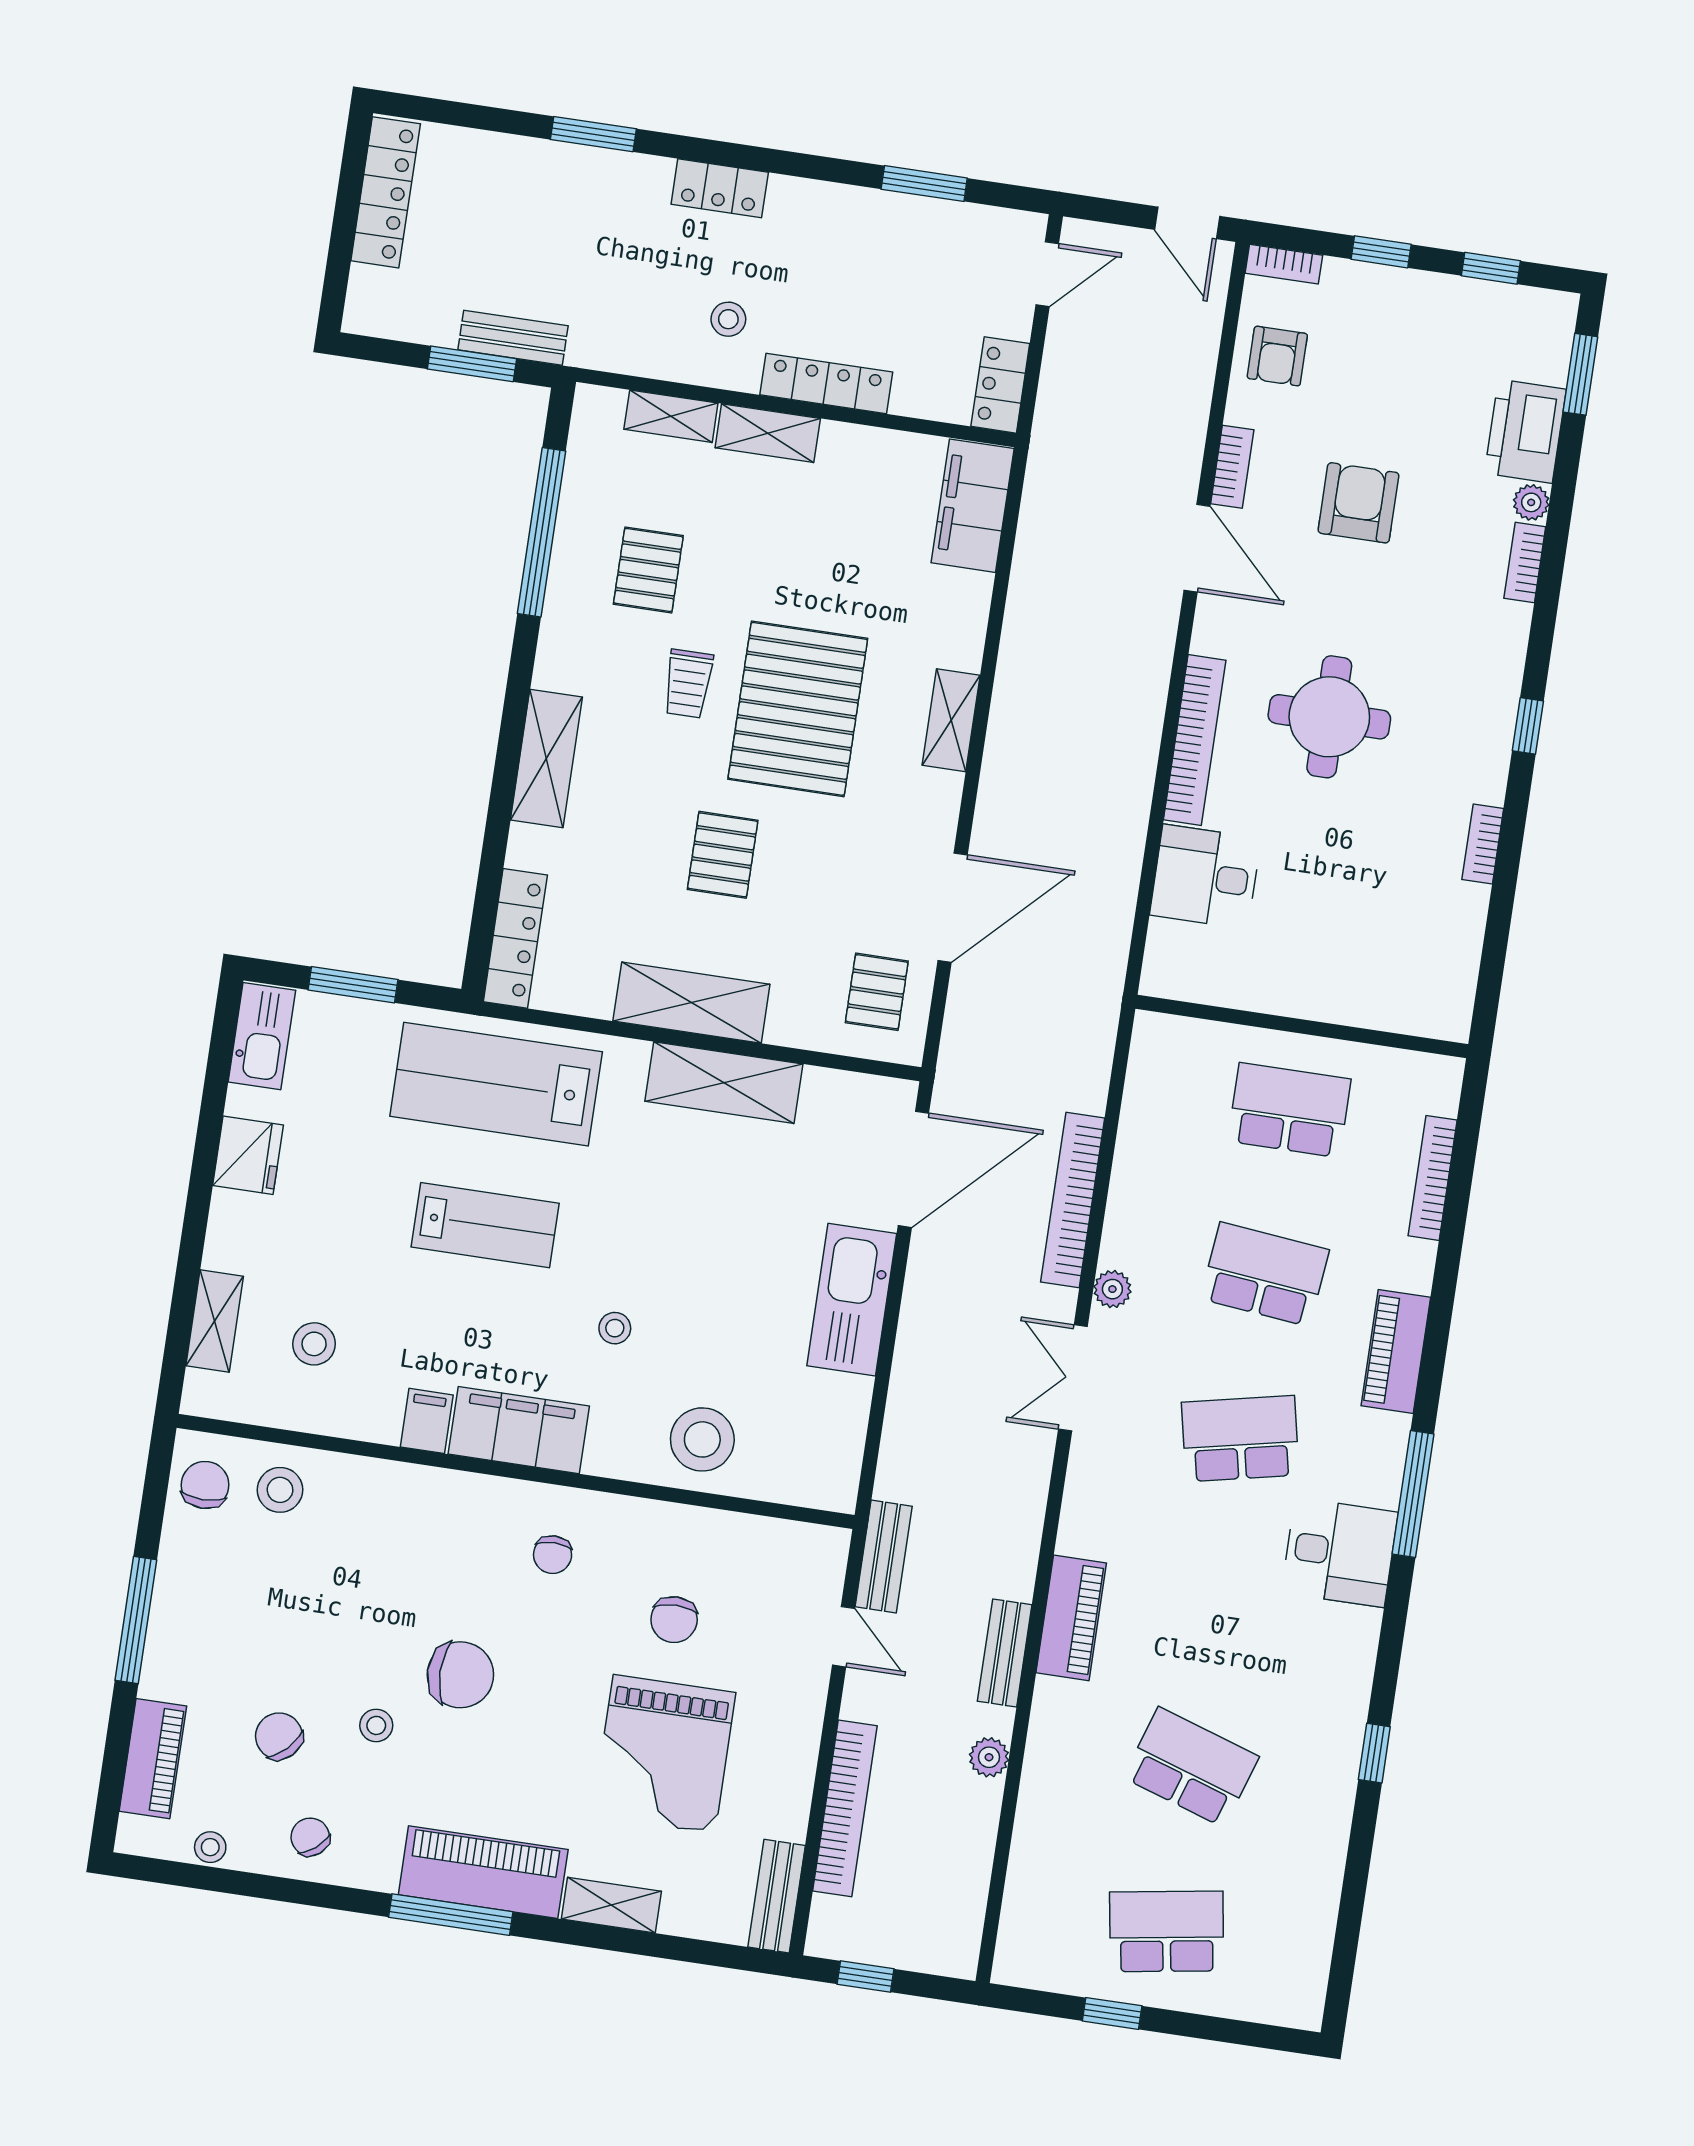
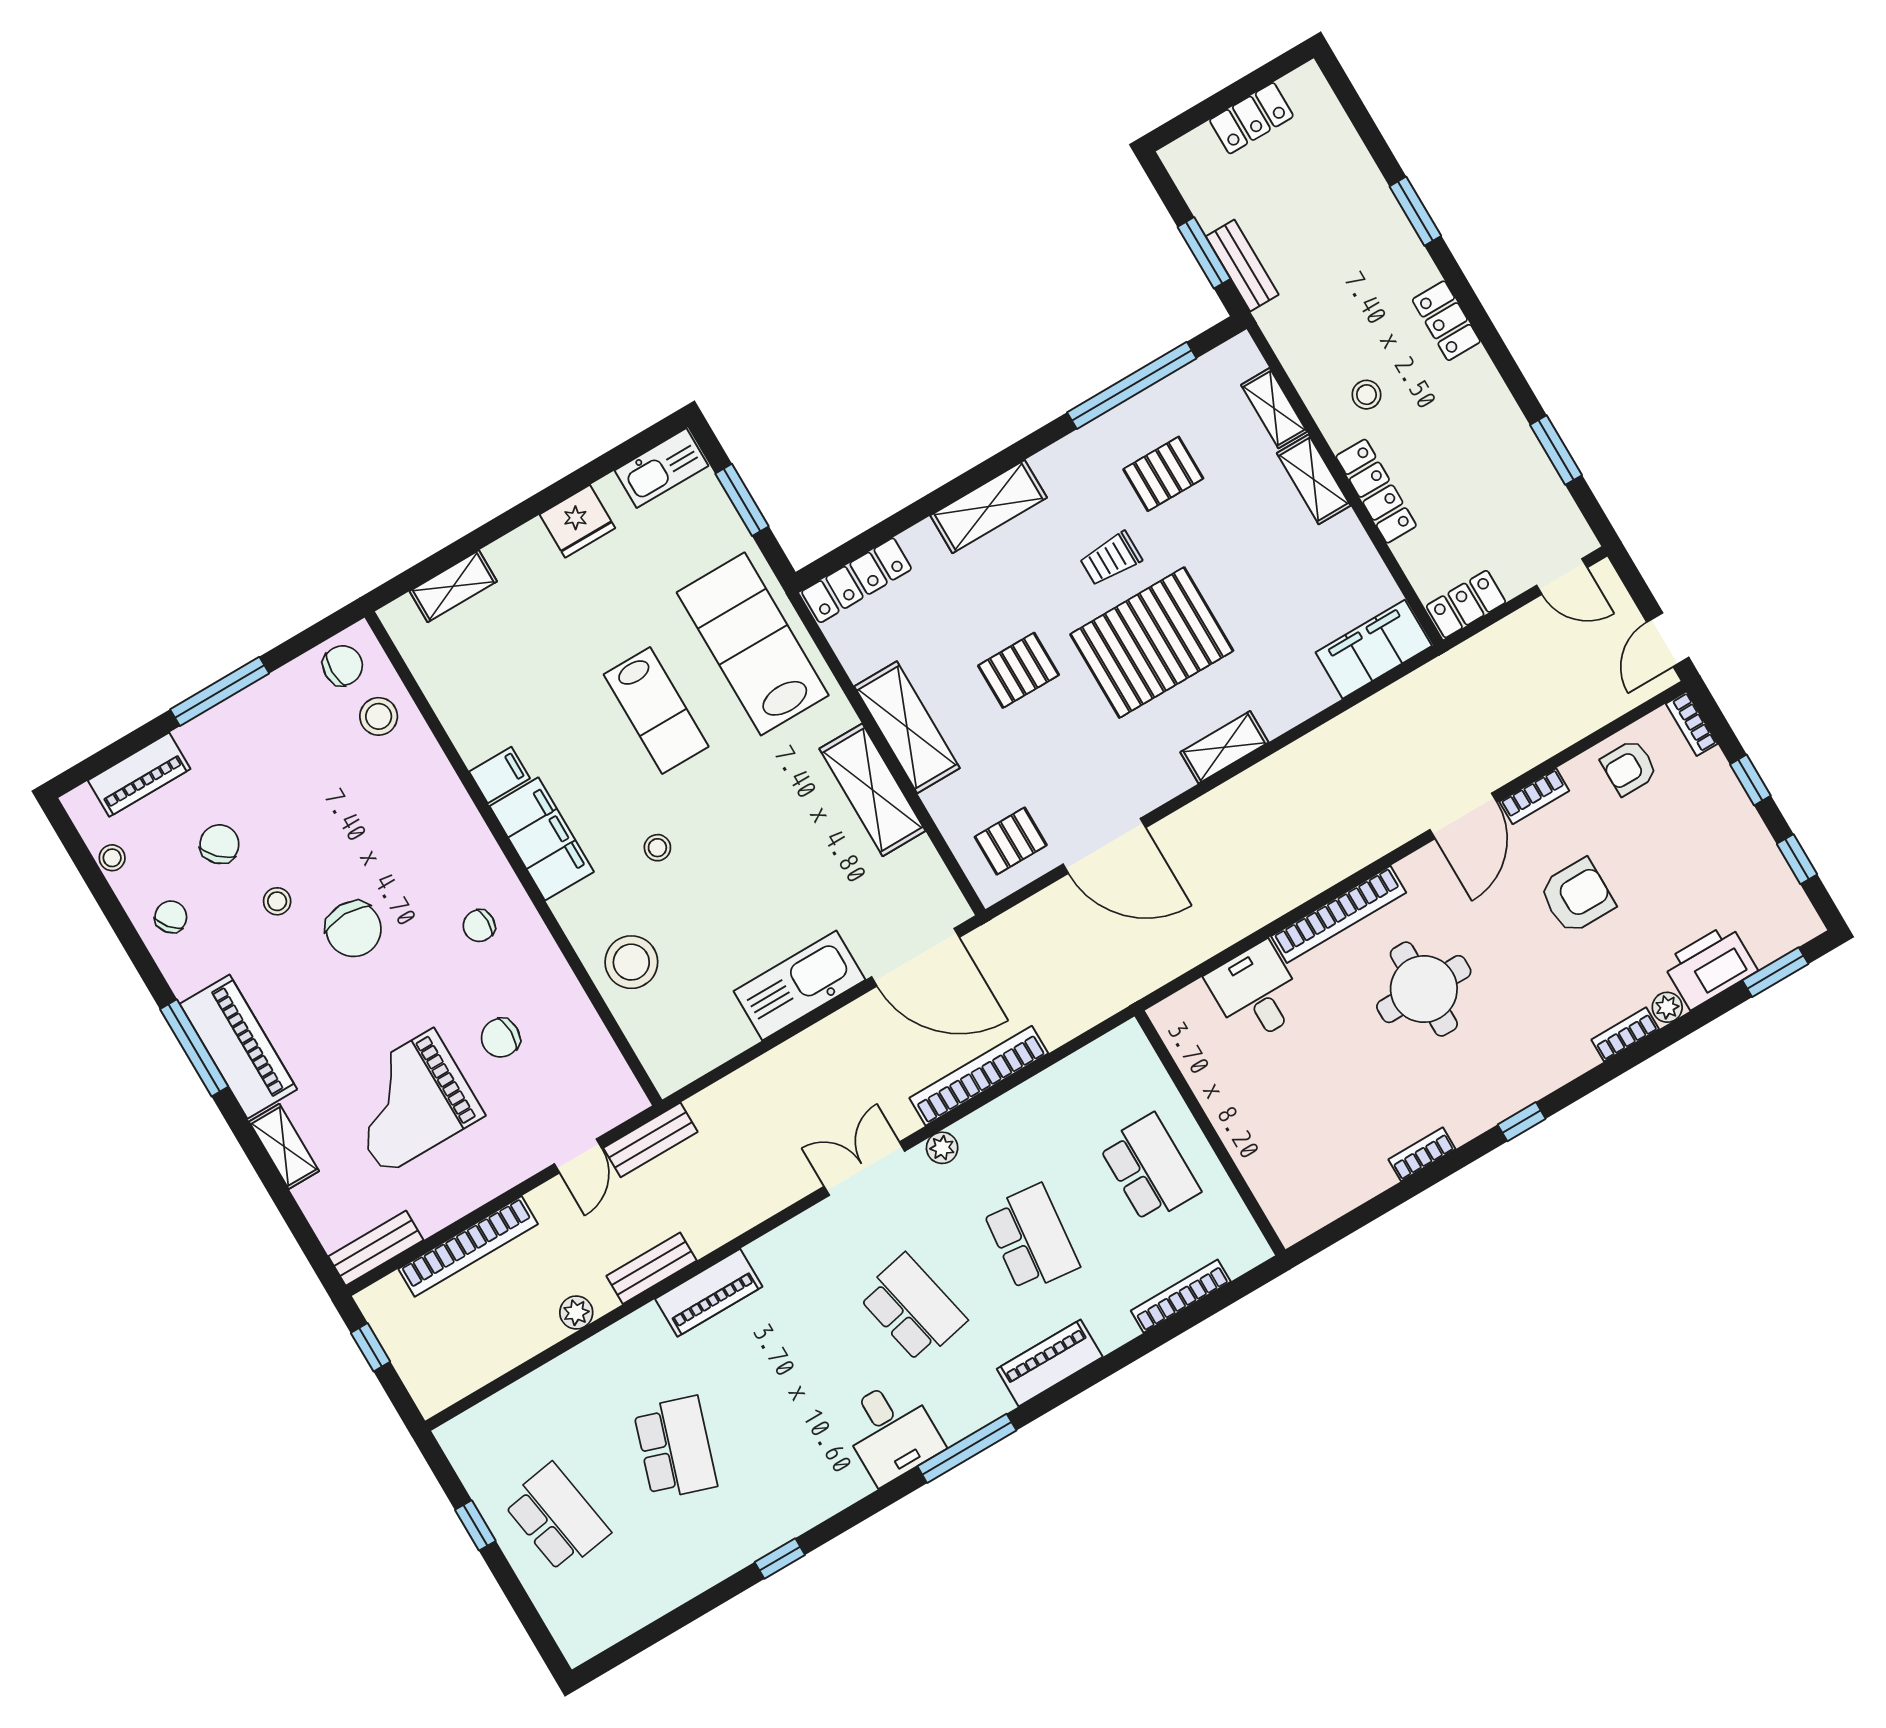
locker: (386, 192) -> (1251, 118), width x0.66
stool: (314, 1344) -> (490, 662), removed

